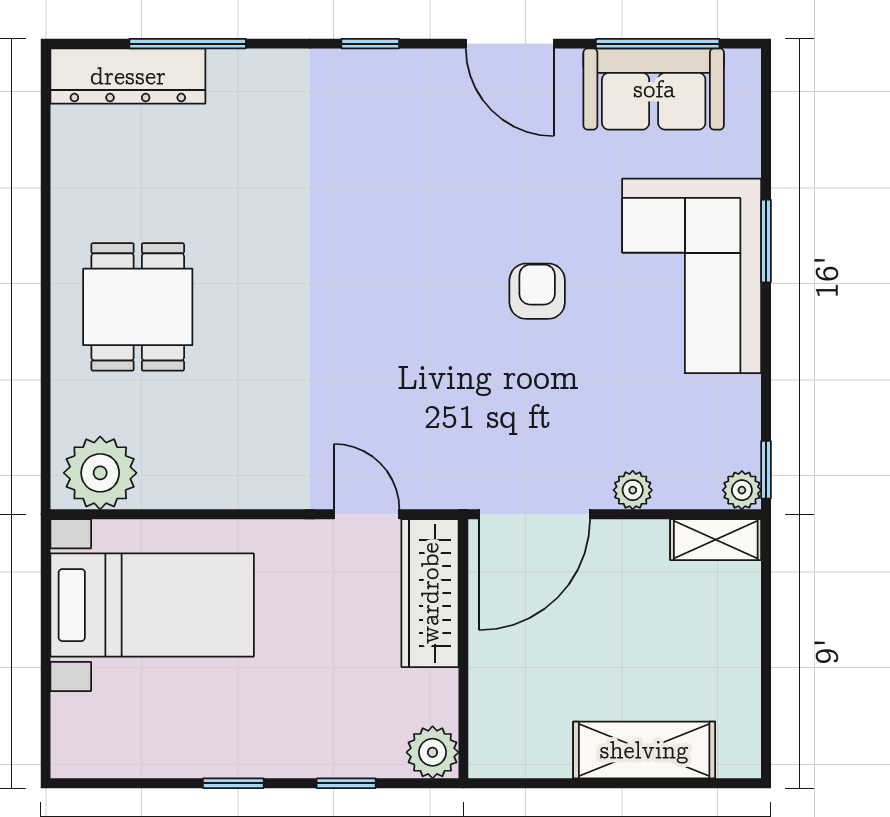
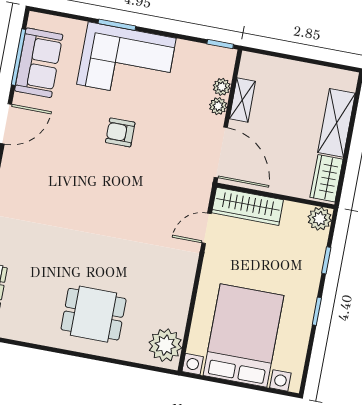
plant: (742, 490) -> (222, 87), moved
shelving: (716, 540) -> (242, 100), moved
bed with nightstands: (152, 605) -> (243, 335), width x1.36
wardrobe: (522, 751) -> (327, 178), added

